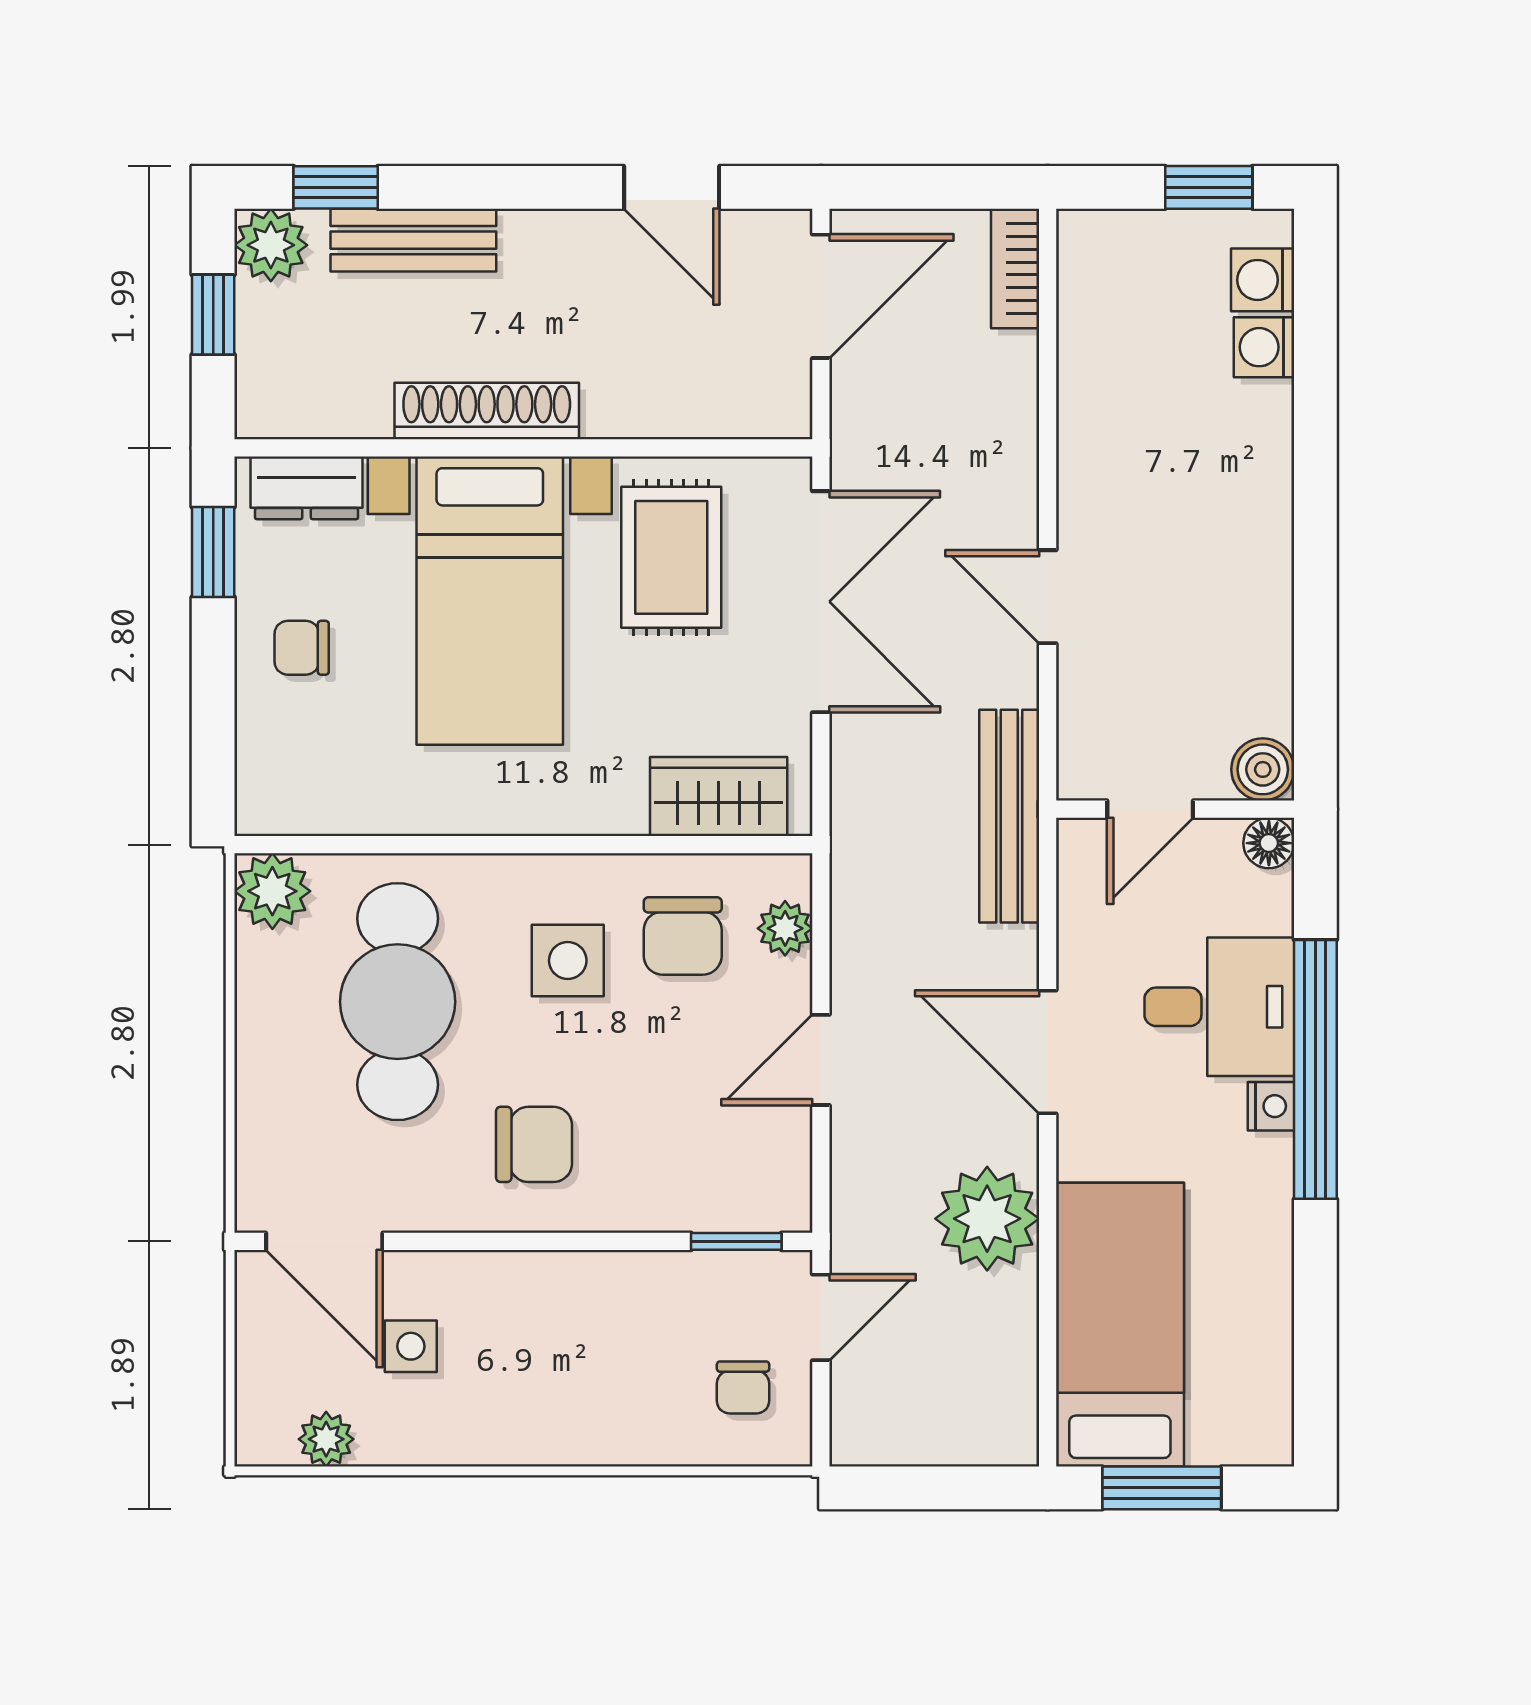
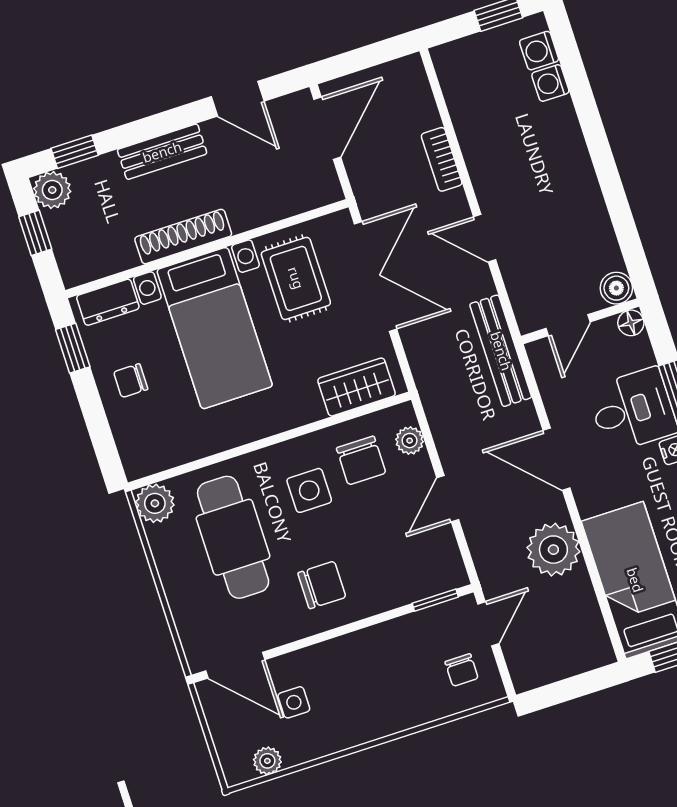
bench: (413, 240) -> (162, 152), moved
bookcase: (1015, 268) -> (442, 159), moved

